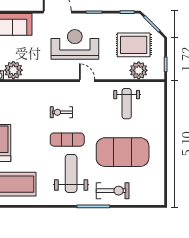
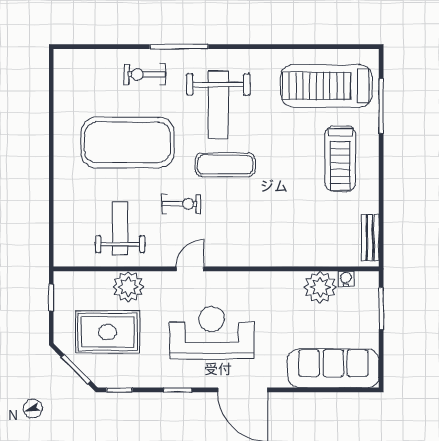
reception desk: (75, 44) -> (212, 333), turned 180
plant: (139, 70) -> (128, 287), moved
door: (87, 81) -> (190, 269), swing flipped
exercise bike: (61, 112) -> (181, 204), moved
exercise bike: (113, 191) -> (145, 74), width x0.73, depth x0.72

